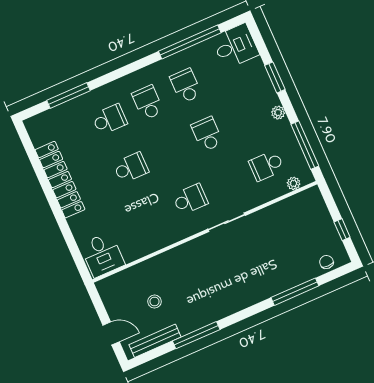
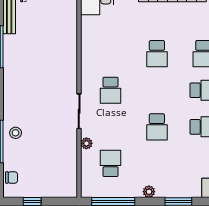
school desk: (207, 134) -> (157, 127), turned 90
plant: (294, 183) -> (86, 143), moved
stool: (154, 301) -> (16, 133), moved

